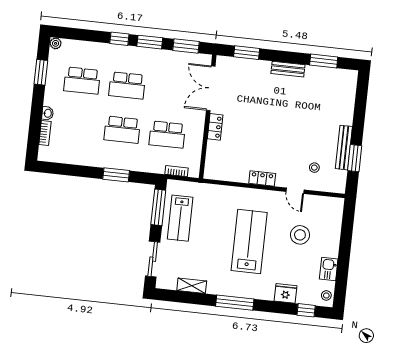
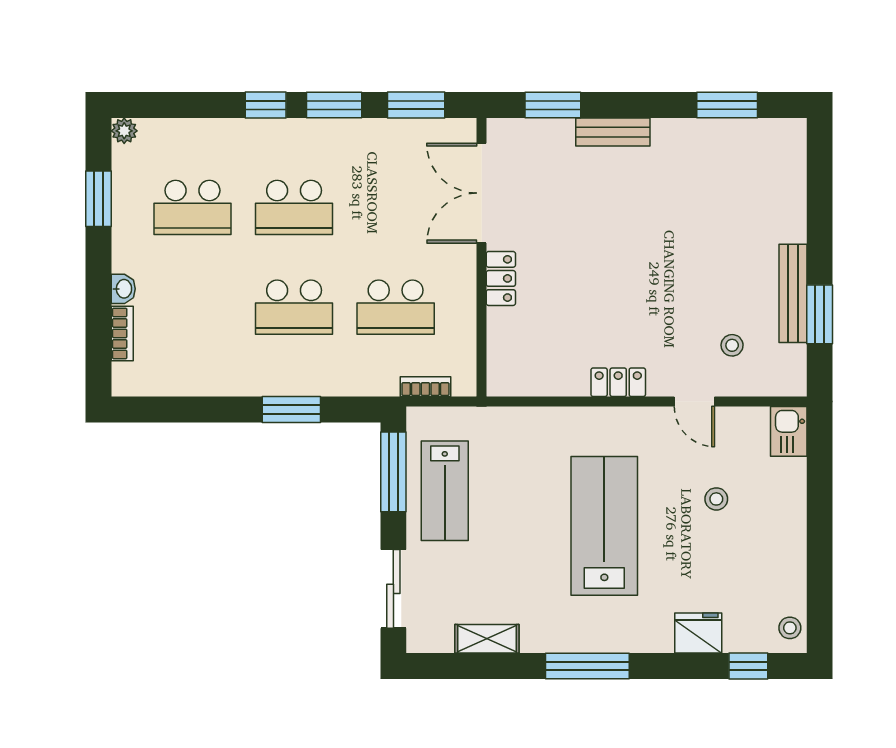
bench: (288, 69) -> (613, 132), moved
stool: (300, 235) -> (716, 499), width x0.53, depth x0.53
kitchen sink: (329, 269) -> (789, 431), moved

